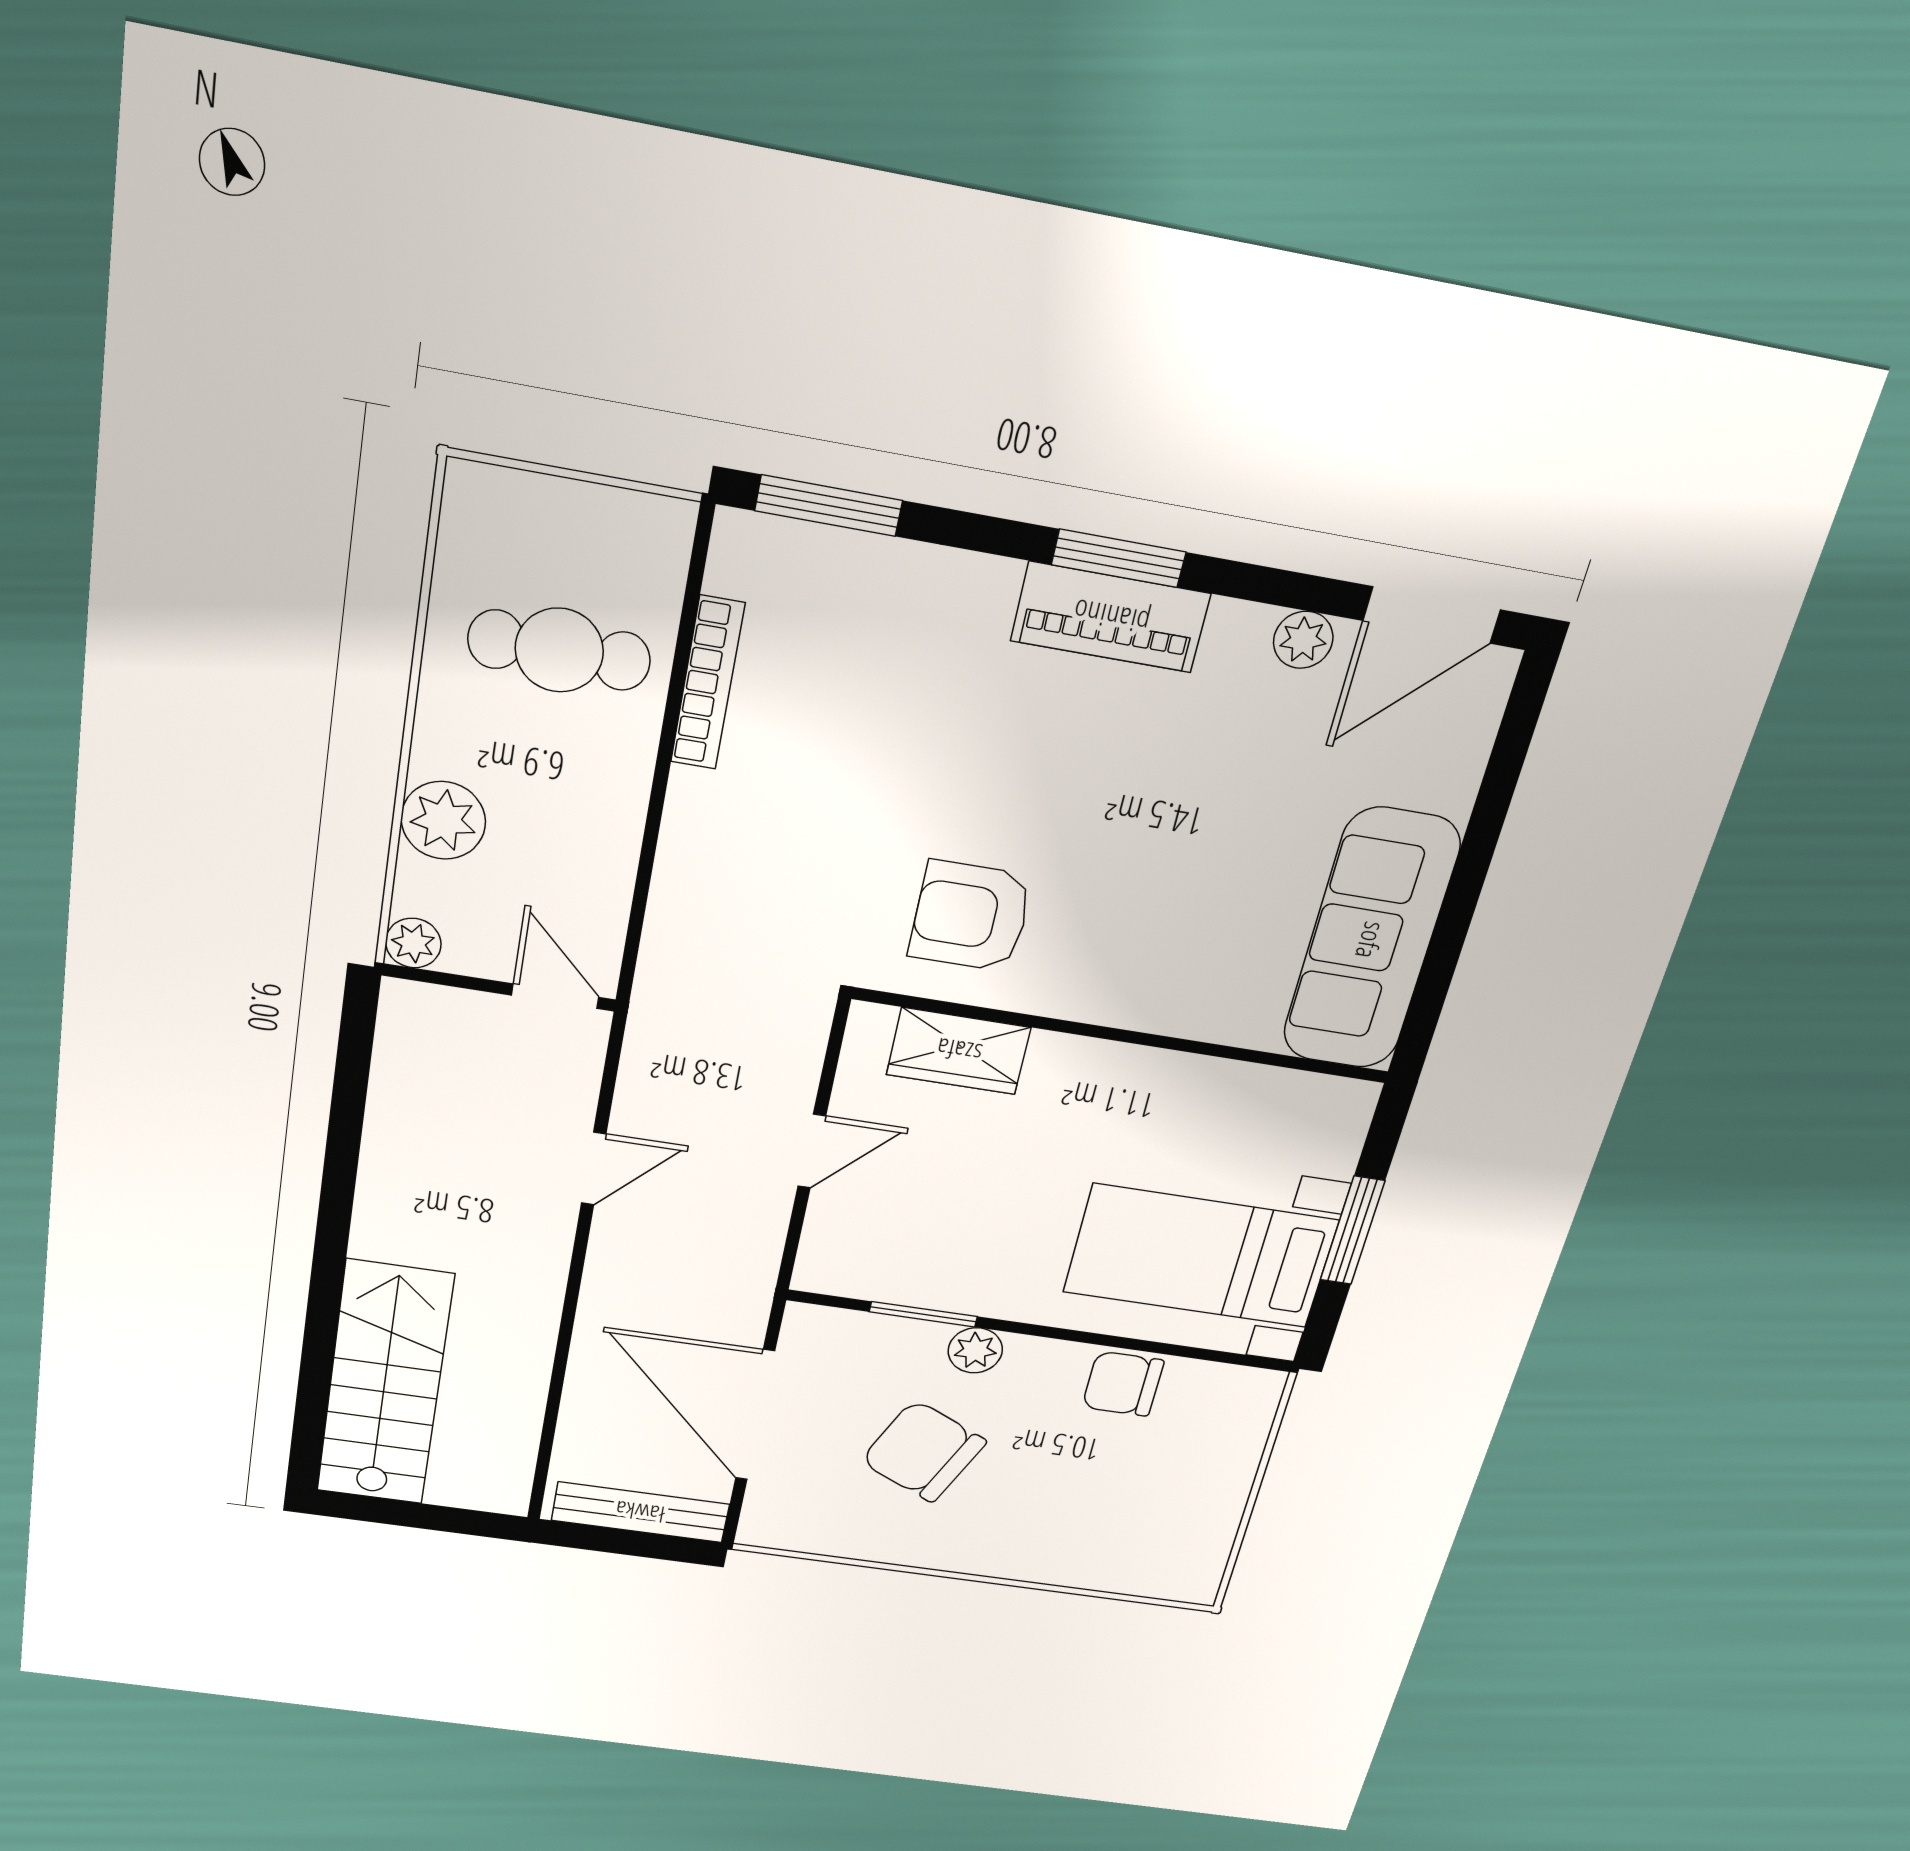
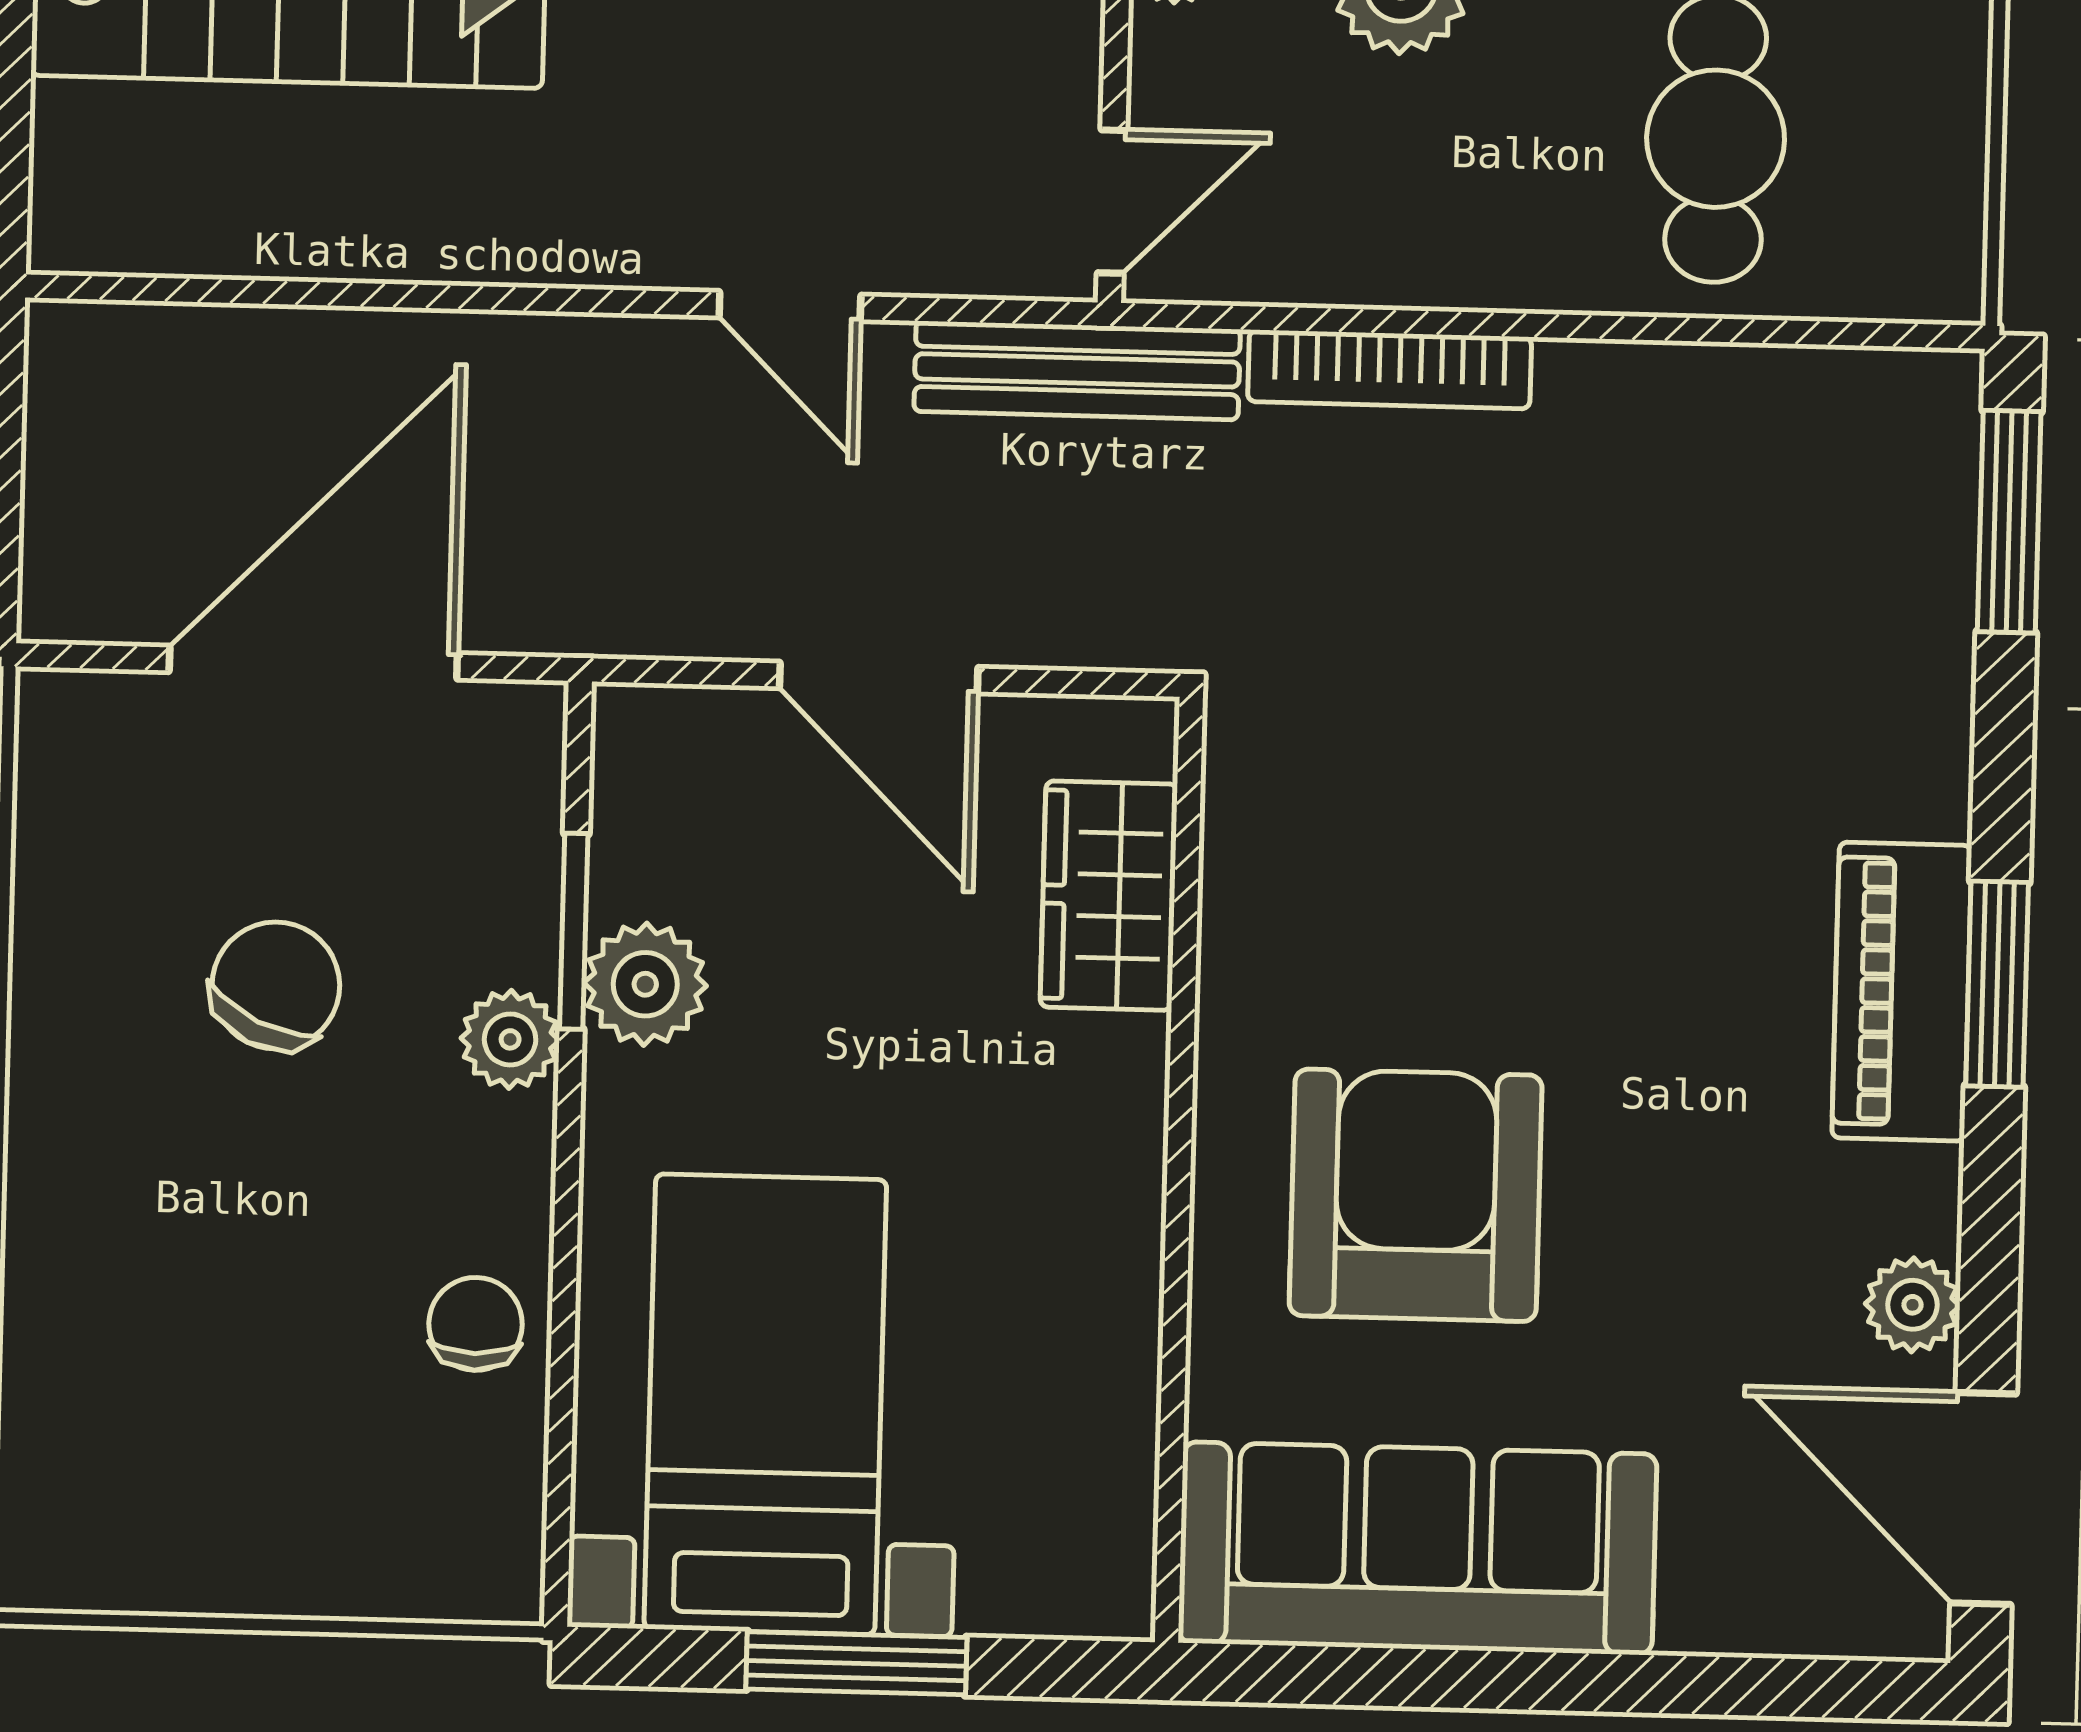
bookcase: (708, 683) -> (1390, 369), moved
armchair: (971, 916) -> (1416, 1195), moved, width x1.36, depth x1.36
door: (812, 1151) -> (879, 677), width x1.38
plant: (959, 1284) -> (645, 984), added
chair: (1123, 1384) -> (476, 1324), width x0.73, depth x0.73
chair: (923, 1451) -> (276, 985), width x0.73, depth x0.73
bench: (640, 1512) -> (1077, 370), moved, turned 90

